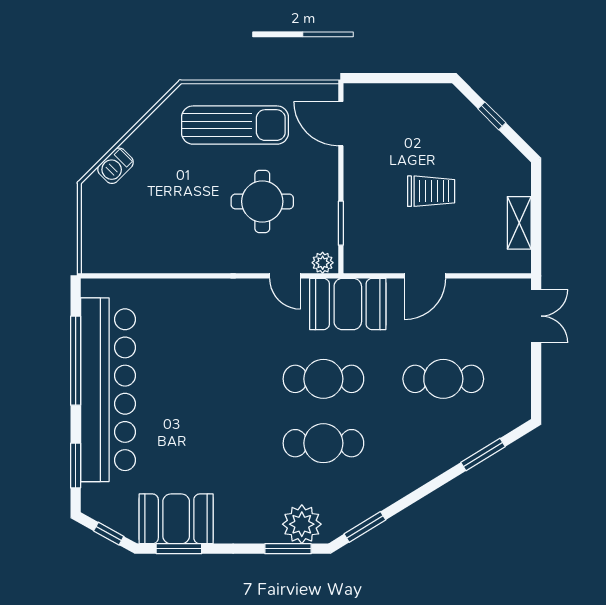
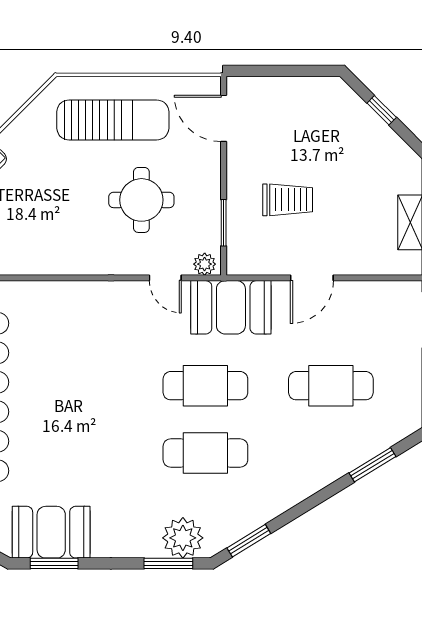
trolley: (431, 191) -> (288, 200), moved

